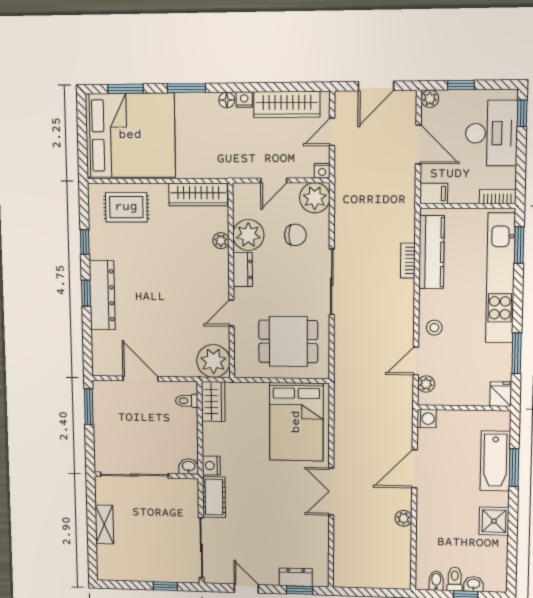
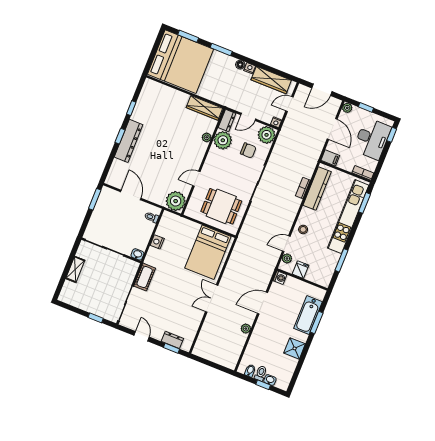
rug: (126, 207) -> (162, 99), removed
dresser: (243, 269) -> (227, 121), moved
fridge: (501, 394) -> (300, 270), moved
wardrobe: (213, 401) -> (166, 223), removed
nightstand: (211, 466) -> (157, 242), moved

